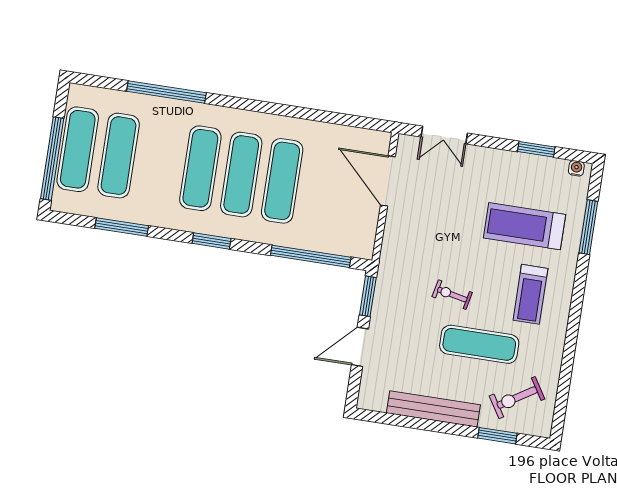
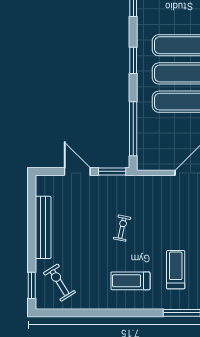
treadmill: (524, 226) -> (176, 270), width x0.73, depth x0.73
exercise mat: (479, 344) -> (91, 252), removed
window: (497, 436) -> (32, 285), moved

